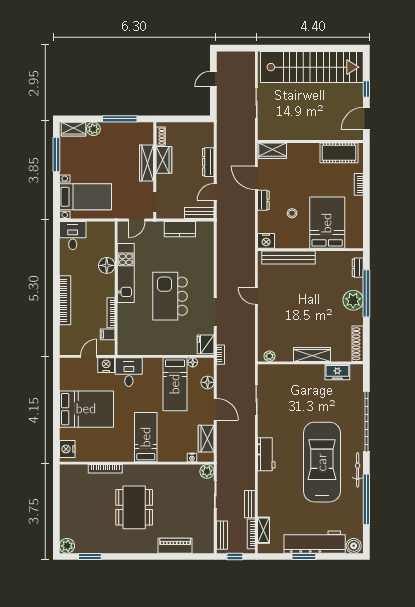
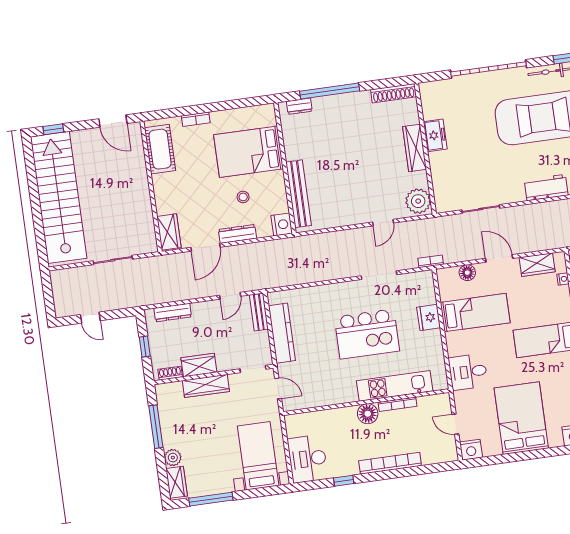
window: (366, 89) -> (53, 129), moved
window: (184, 119) -> (145, 347), added
dresser: (208, 162) -> (173, 313), moved
door: (215, 192) -> (230, 296), hinge flipped
dresser: (263, 200) -> (237, 234), width x1.44
kitchen counter: (180, 229) -> (282, 333), width x1.50
desk: (73, 235) -> (308, 459), width x1.37
window: (56, 262) -> (344, 481), added
floor lamp: (107, 265) -> (368, 414), moved
kitchen unit: (126, 273) -> (395, 386), moved
door: (256, 296) -> (383, 223), moved
plant: (353, 300) -> (340, 106), removed
filing cabinet: (108, 334) -> (425, 405), removed
fridge: (206, 344) -> (429, 317), moved, turned 90
plant: (270, 356) -> (418, 201), width x1.87, depth x1.87
floor lamp: (193, 362) -> (445, 294), removed
nightstand: (106, 365) -> (471, 450), moved, turned -90
freezer: (337, 372) -> (435, 135), moved
door: (215, 409) -> (499, 258), hinge flipped

